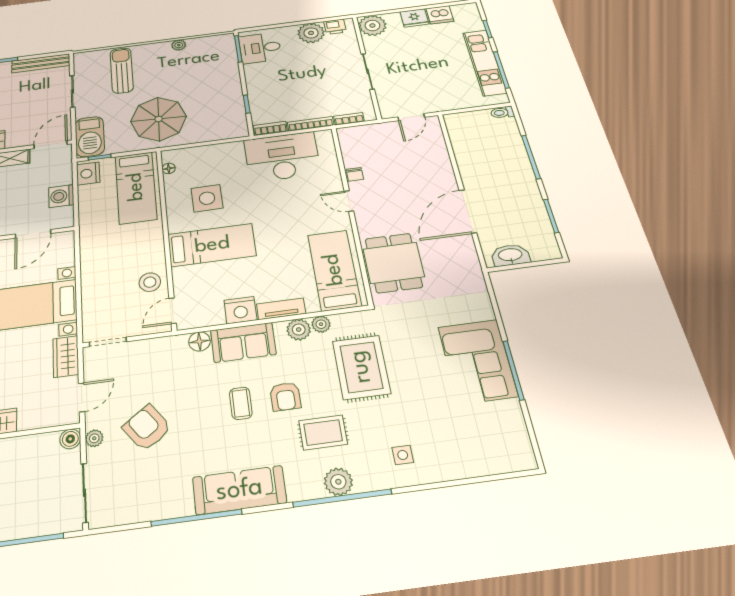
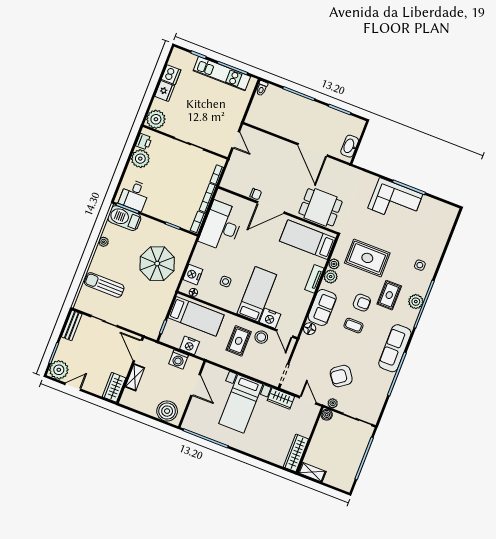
bench: (41, 63) -> (72, 325), width x0.73
parasol: (159, 119) -> (157, 264), moved
barbecue: (90, 137) -> (124, 218), moved, turned 180
nightstand: (194, 156) -> (193, 275), added
nightstand: (88, 173) -> (190, 345), moved
side table: (207, 198) -> (226, 282), width x0.54, depth x0.54
door: (349, 201) -> (271, 207), width x1.87
rug: (128, 256) -> (239, 341), added
nightstand: (240, 310) -> (270, 318), moved, turned 90

